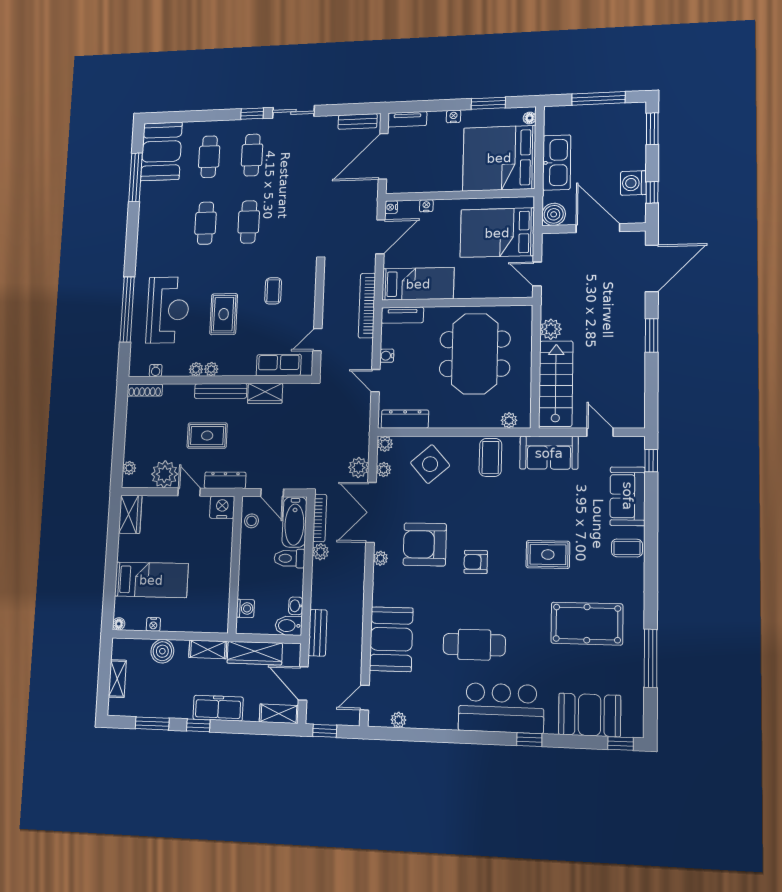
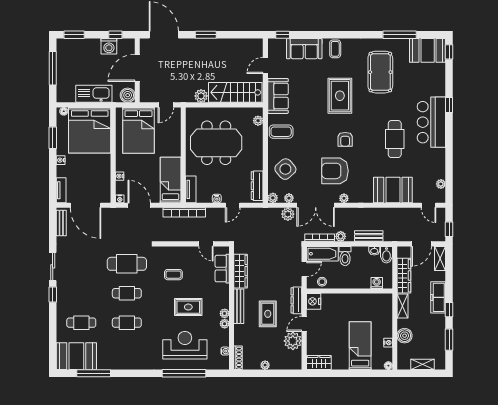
cafe table: (252, 155) -> (127, 264), moved, width x1.37, depth x1.35
wardrobe: (265, 393) -> (241, 271), width x1.50
plant: (129, 468) -> (265, 365), moved
armchair: (425, 544) -> (335, 171), turned 90
rug: (548, 555) -> (340, 96), width x1.36, depth x1.43
bench: (318, 633) -> (369, 236), moved
booth: (590, 715) -> (428, 50), moved, turned 90

